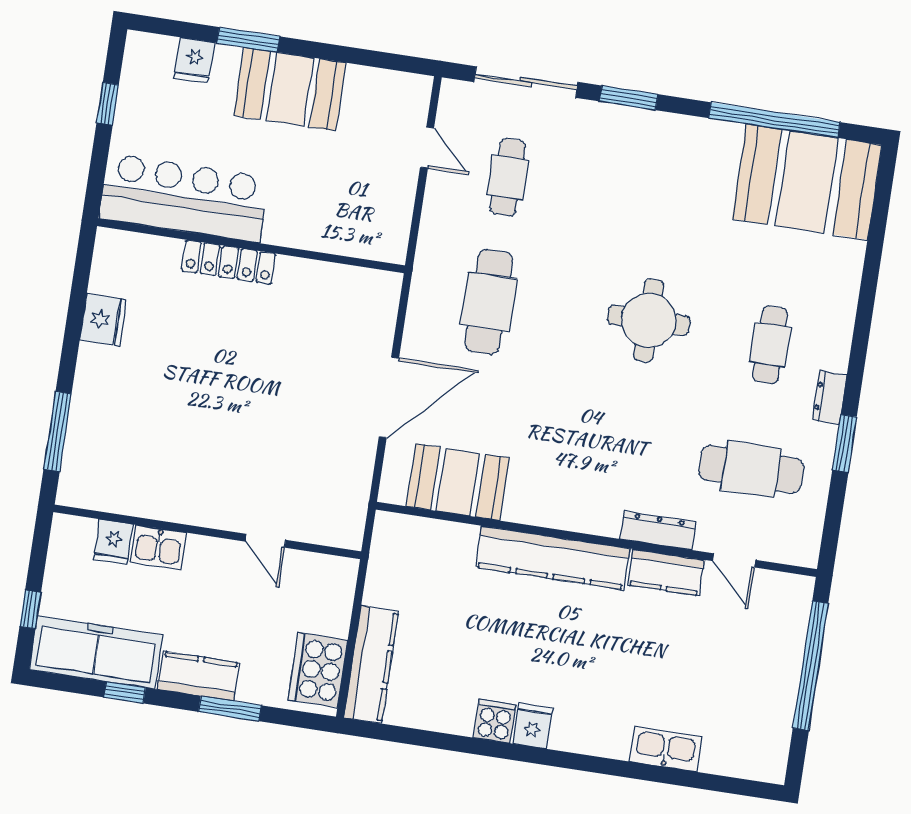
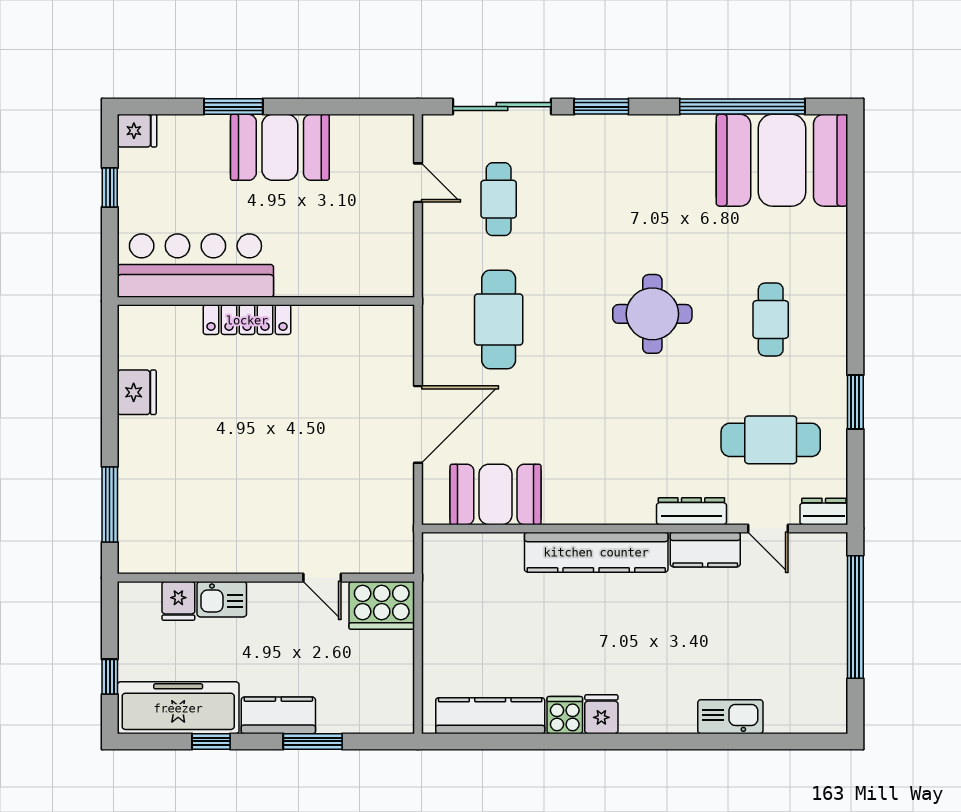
fridge: (194, 60) -> (137, 131), moved, turned -90
dresser: (829, 397) -> (824, 511), moved, turned 90
kitchen counter: (371, 664) -> (490, 716), moved, turned -90
cooker: (318, 670) -> (382, 605), moved, turned -90

